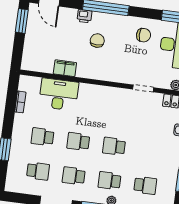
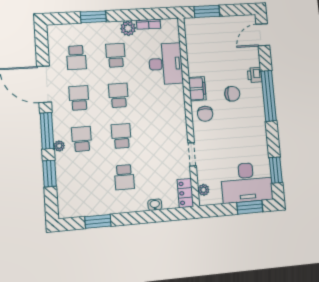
window: (22, 21) -> (207, 11), moved
chair: (144, 35) -> (205, 114), moved
filing cabinet: (65, 68) -> (197, 89), moved
plant: (21, 121) -> (128, 28), added
school desk: (145, 185) -> (124, 177), moved

